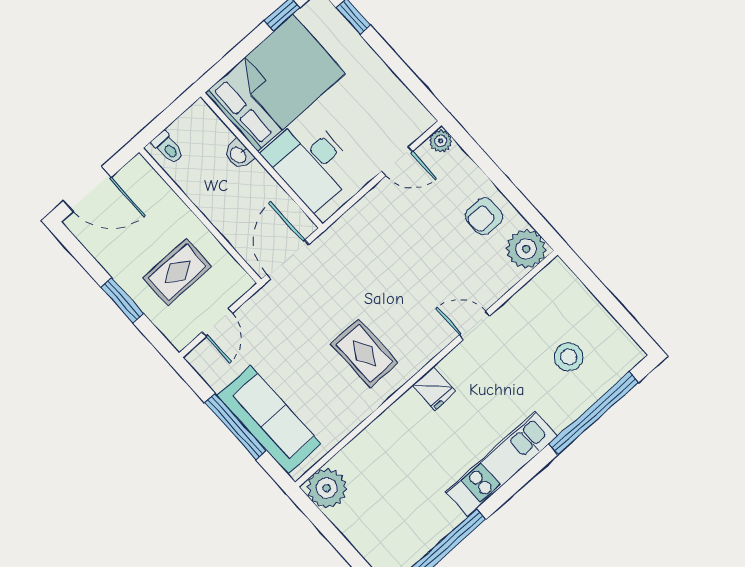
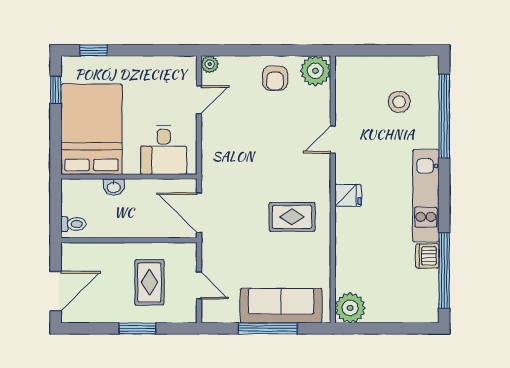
desk: (310, 163) -> (164, 150), width x0.73
dishwasher: (444, 518) -> (427, 256), added

